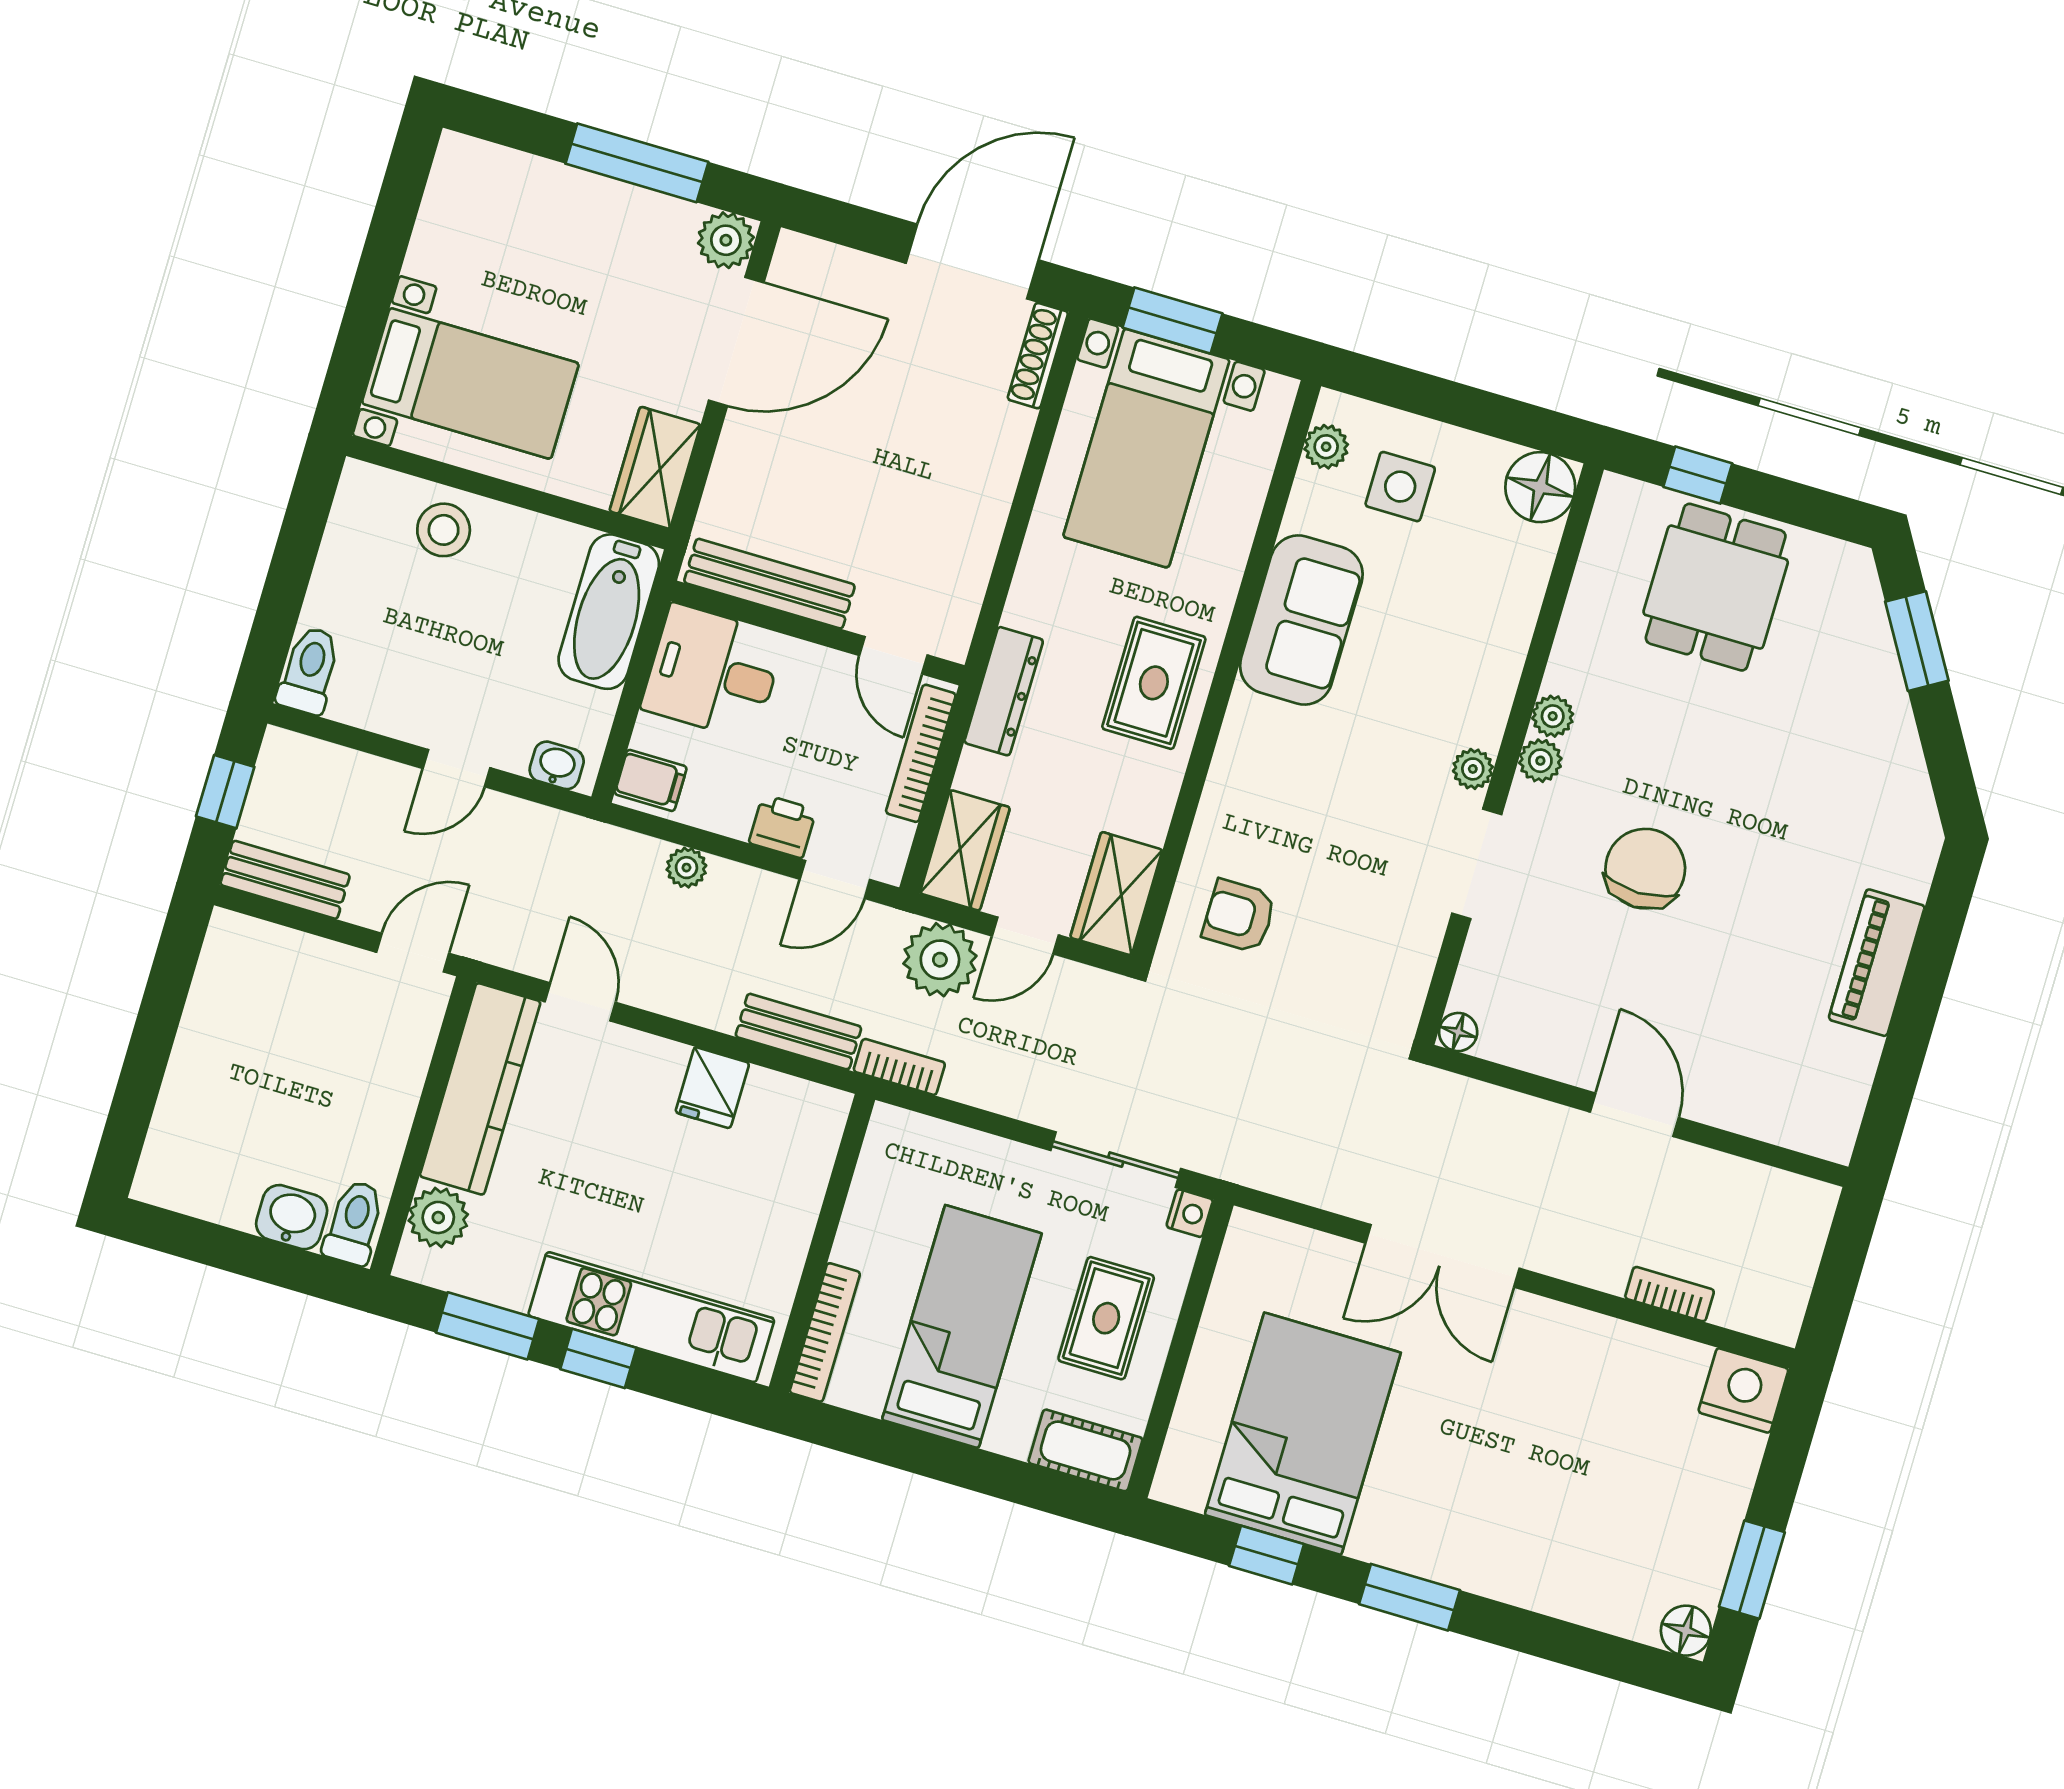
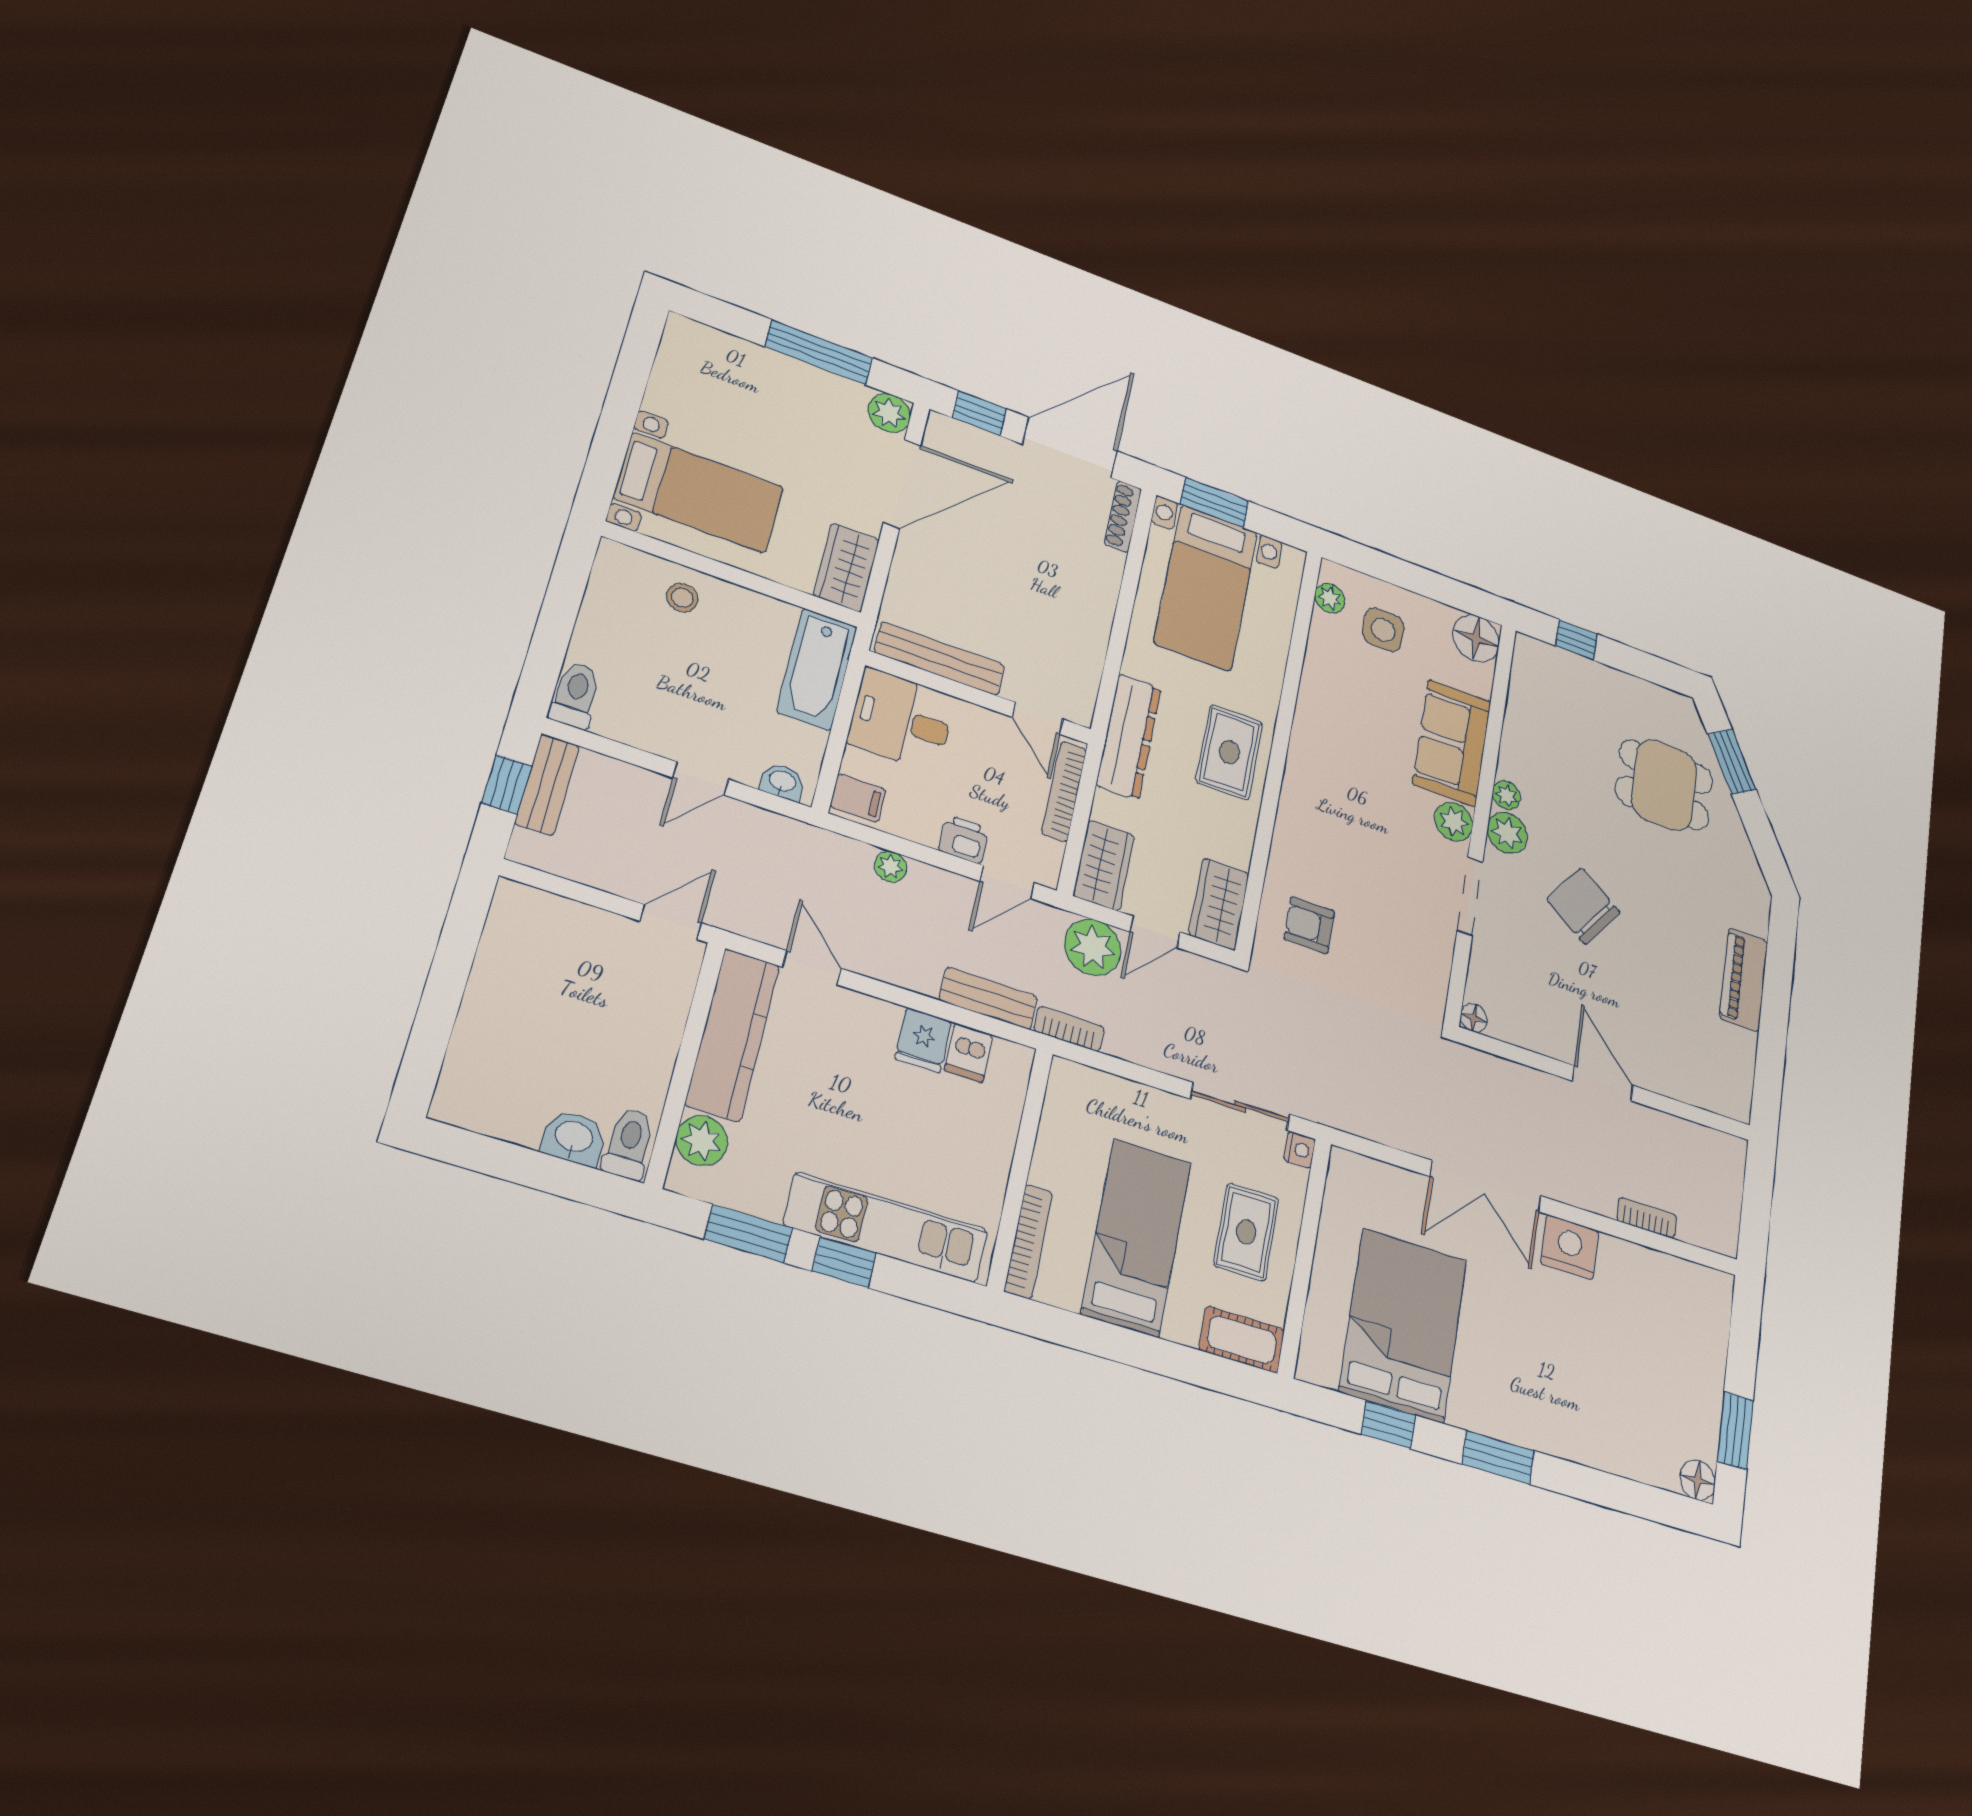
window: (850, 225) -> (979, 413), added
stool: (444, 530) -> (682, 598), width x0.73, depth x0.73
dining table: (1716, 587) -> (1664, 785), moved, turned 90
sofa: (1301, 620) -> (1452, 743), moved, turned 180
dresser: (1004, 691) -> (1129, 737), width x1.37, depth x1.24
plant: (1540, 761) -> (1507, 833), width x1.38, depth x1.38
plant: (1473, 769) -> (1454, 822), width x1.38, depth x1.38
chair: (1645, 869) -> (1583, 906), turned -55
bench: (285, 880) -> (547, 785), moved, turned 90
dishwasher: (768, 1101) -> (969, 1053), added
nightstand: (1743, 1390) -> (1570, 1247), moved

